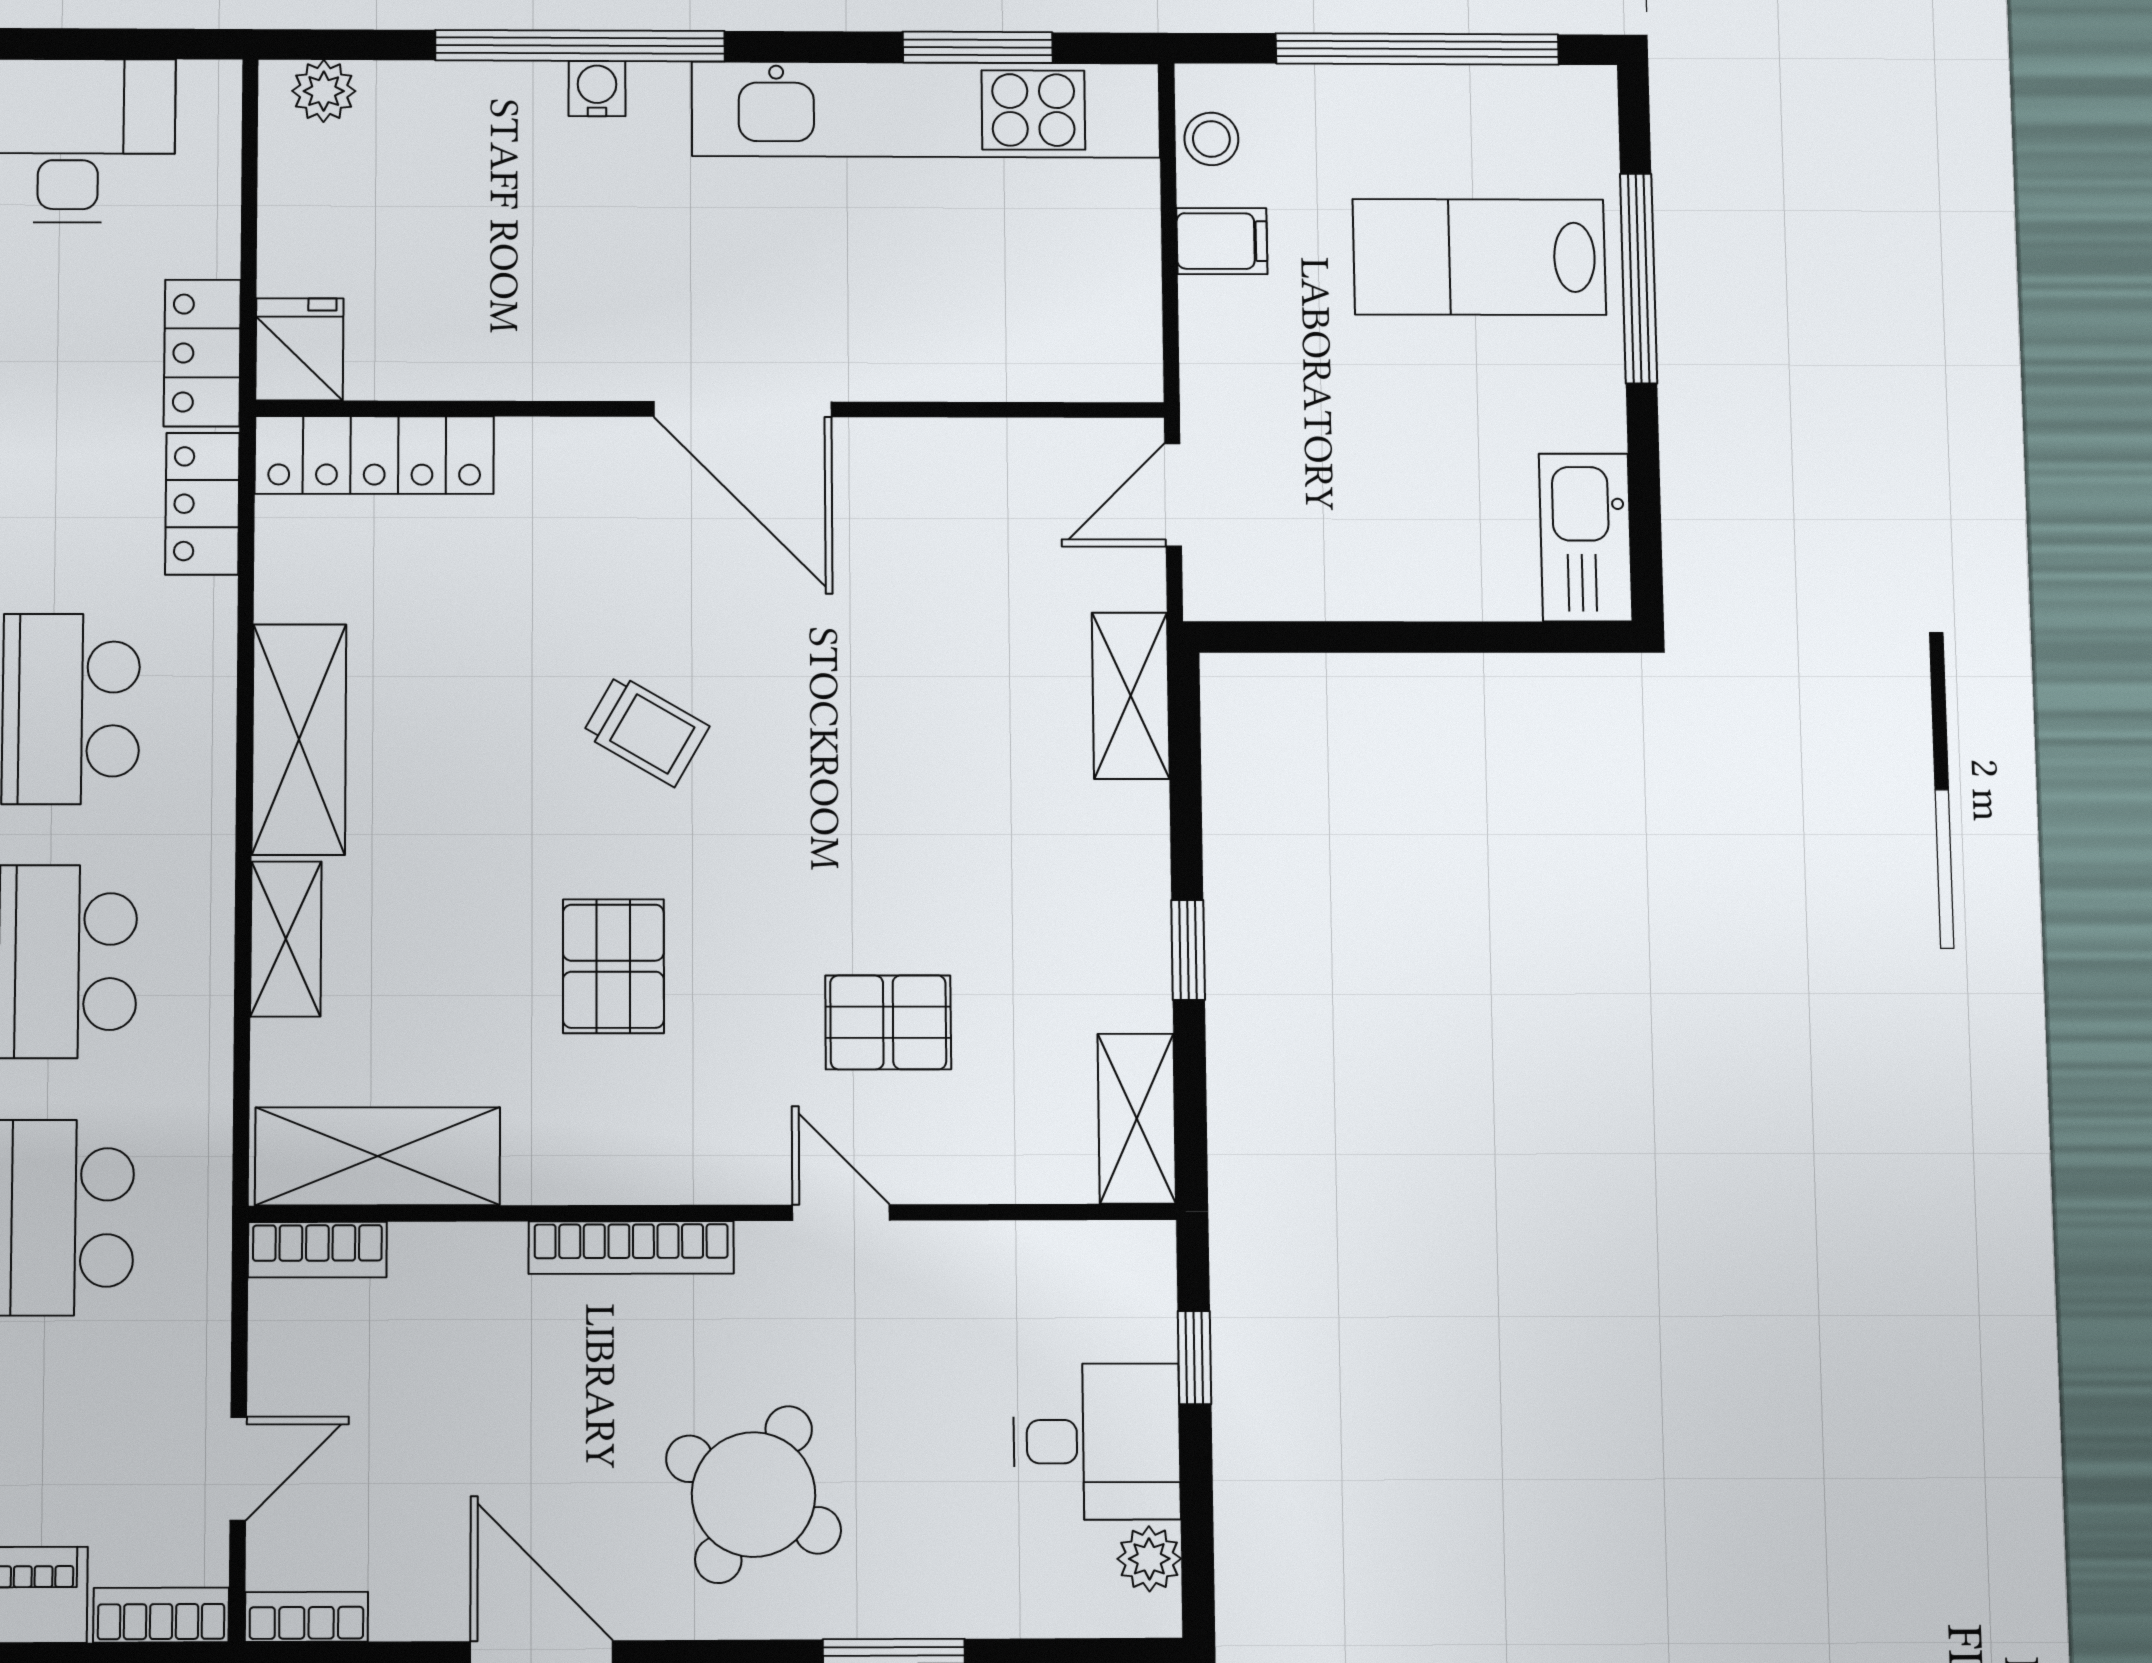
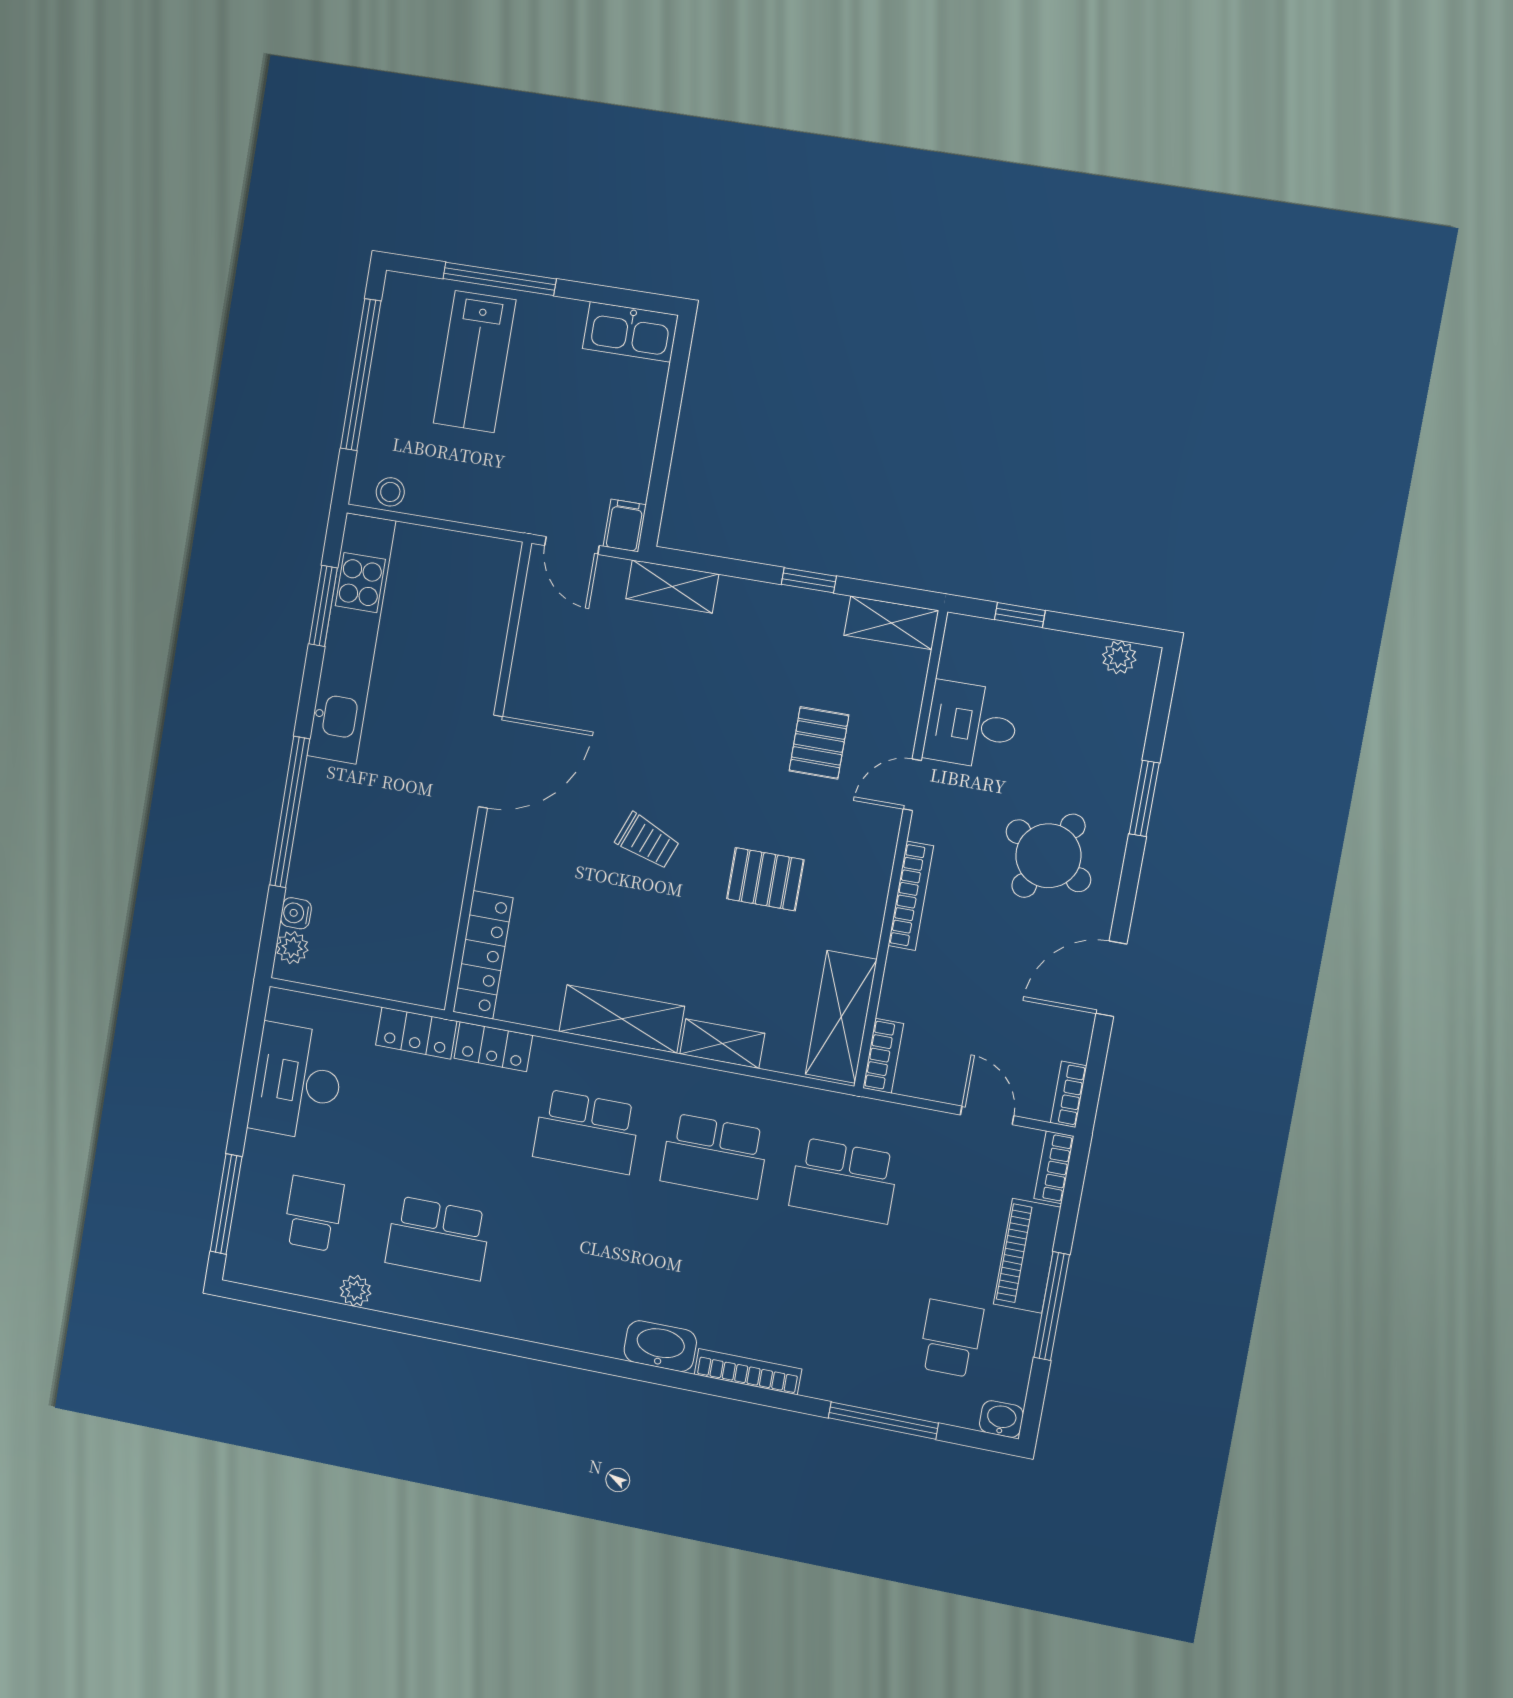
water cooler: (597, 89) -> (296, 913), moved
filing cabinet: (1222, 241) -> (625, 526), moved
fridge: (299, 349) -> (422, 983), removed
trolley: (646, 730) -> (647, 841), turned 81
desk: (1097, 1442) -> (971, 725), moved, turned -90

